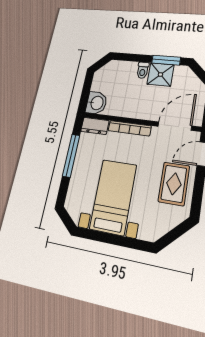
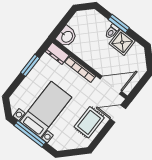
window: (166, 60) -> (119, 24), moved
window: (71, 156) -> (30, 65), width x0.69
window: (109, 238) -> (30, 134), added

